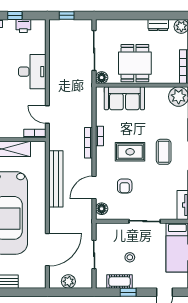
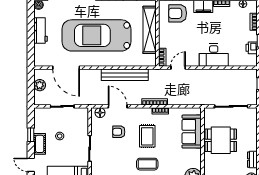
floor lamp: (102, 78) -> (209, 113), removed
cot: (120, 281) -> (40, 144), moved

